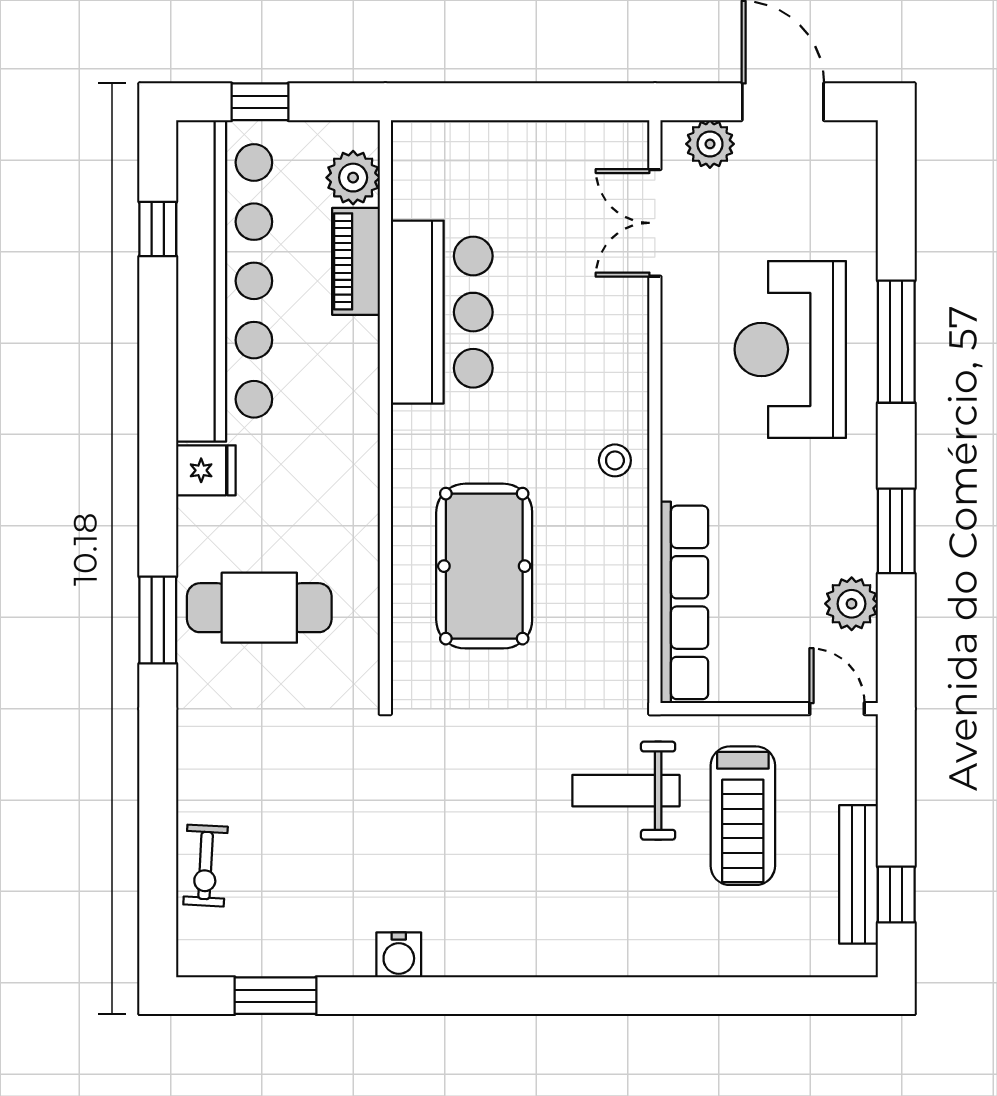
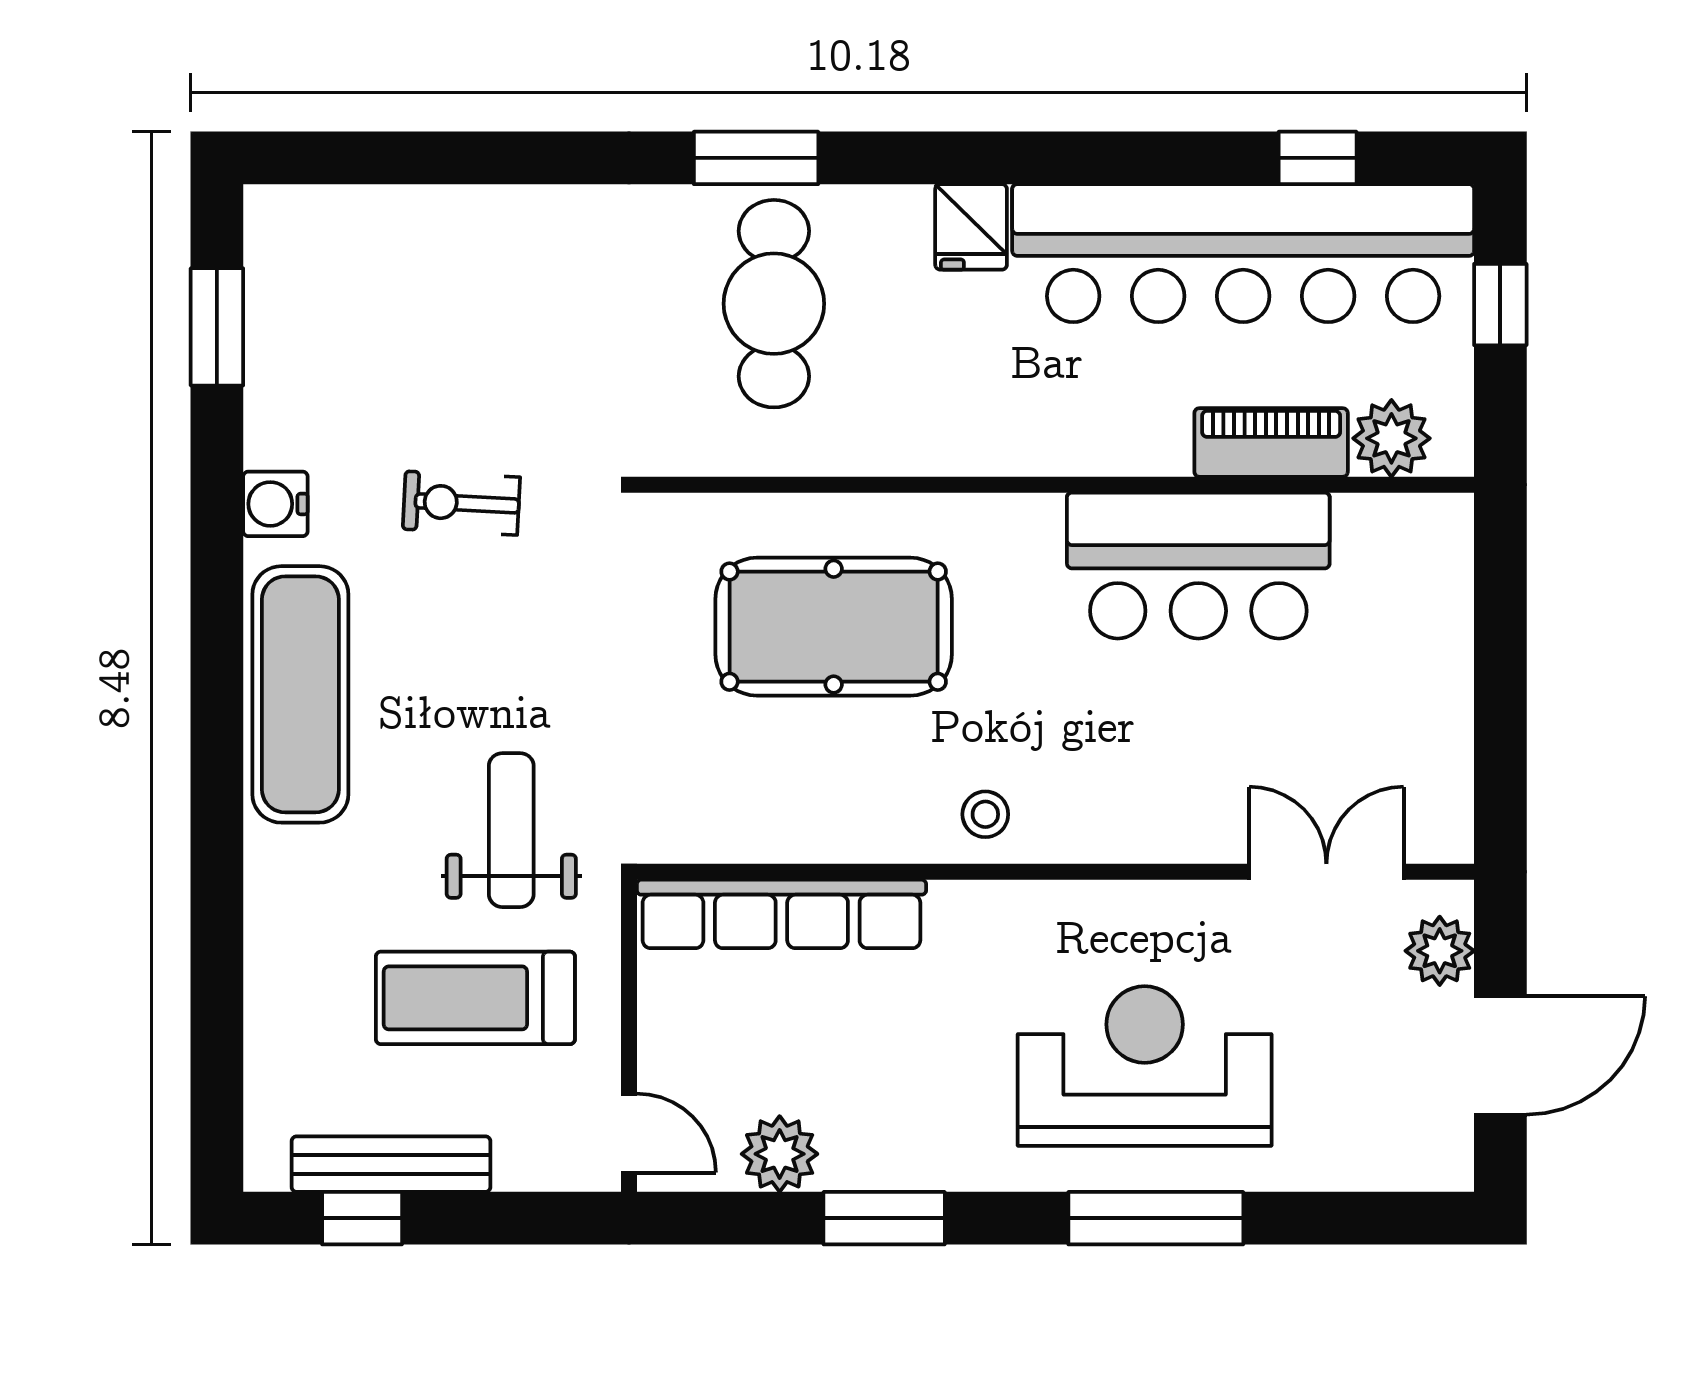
door: (837, 709) -> (629, 1133), hinge flipped
exercise bike: (206, 866) -> (461, 503), moved
exercise mat: (531, 938) -> (300, 694), added

